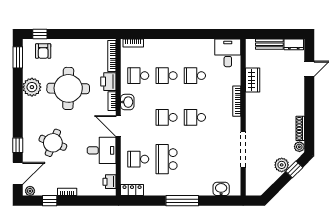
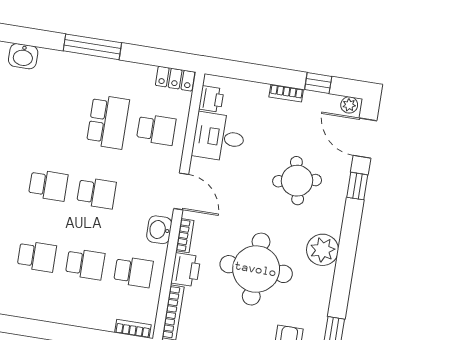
plant: (32, 87) -> (323, 250), moved
round table: (53, 143) -> (297, 181), turned -32
desk: (102, 150) -> (219, 137), moved
door: (18, 173) -> (365, 138), hinge flipped

